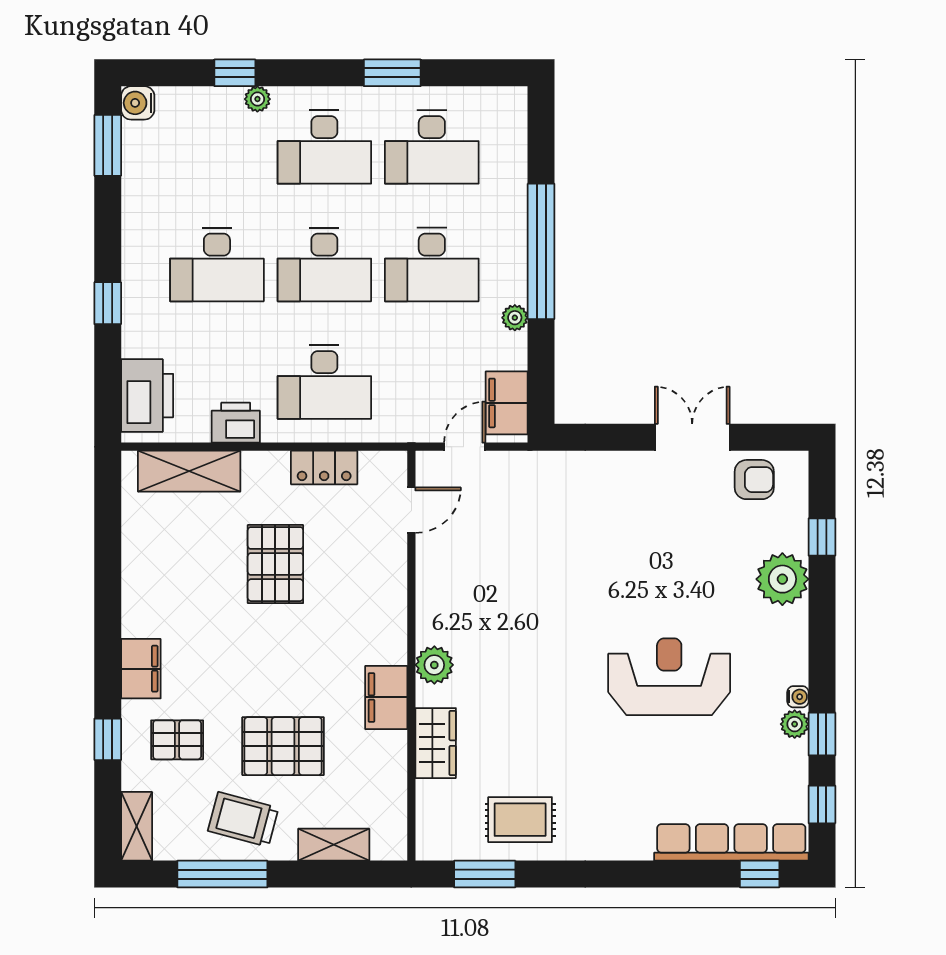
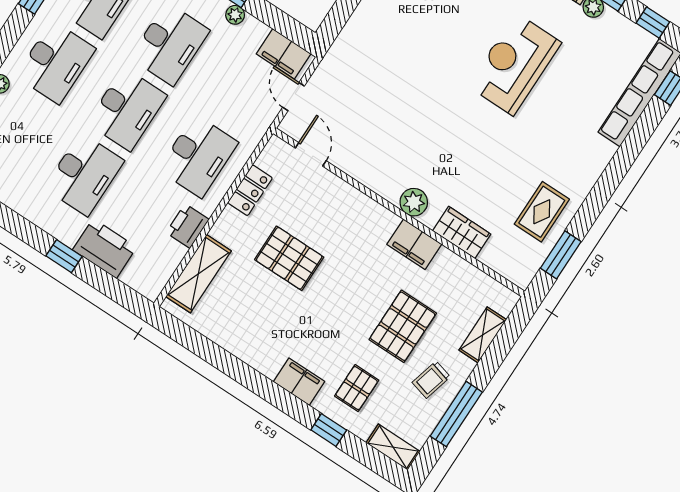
printer: (147, 396) -> (105, 249), moved
trolley: (243, 819) -> (431, 380), width x0.73, depth x0.72

